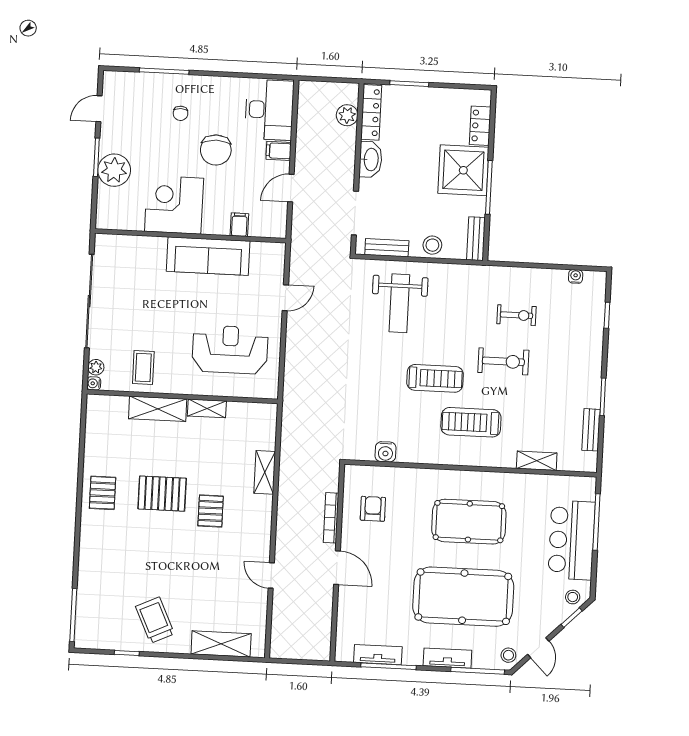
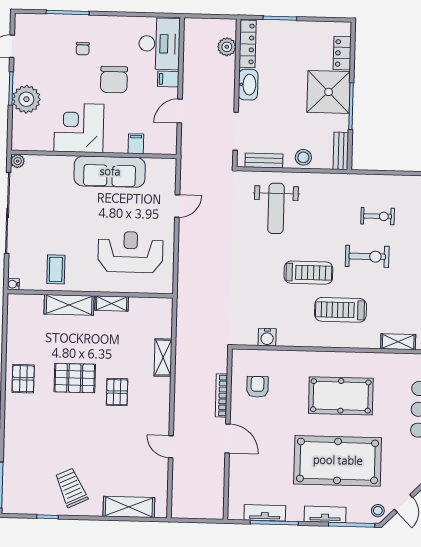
plant: (96, 367) -> (18, 161), moved

